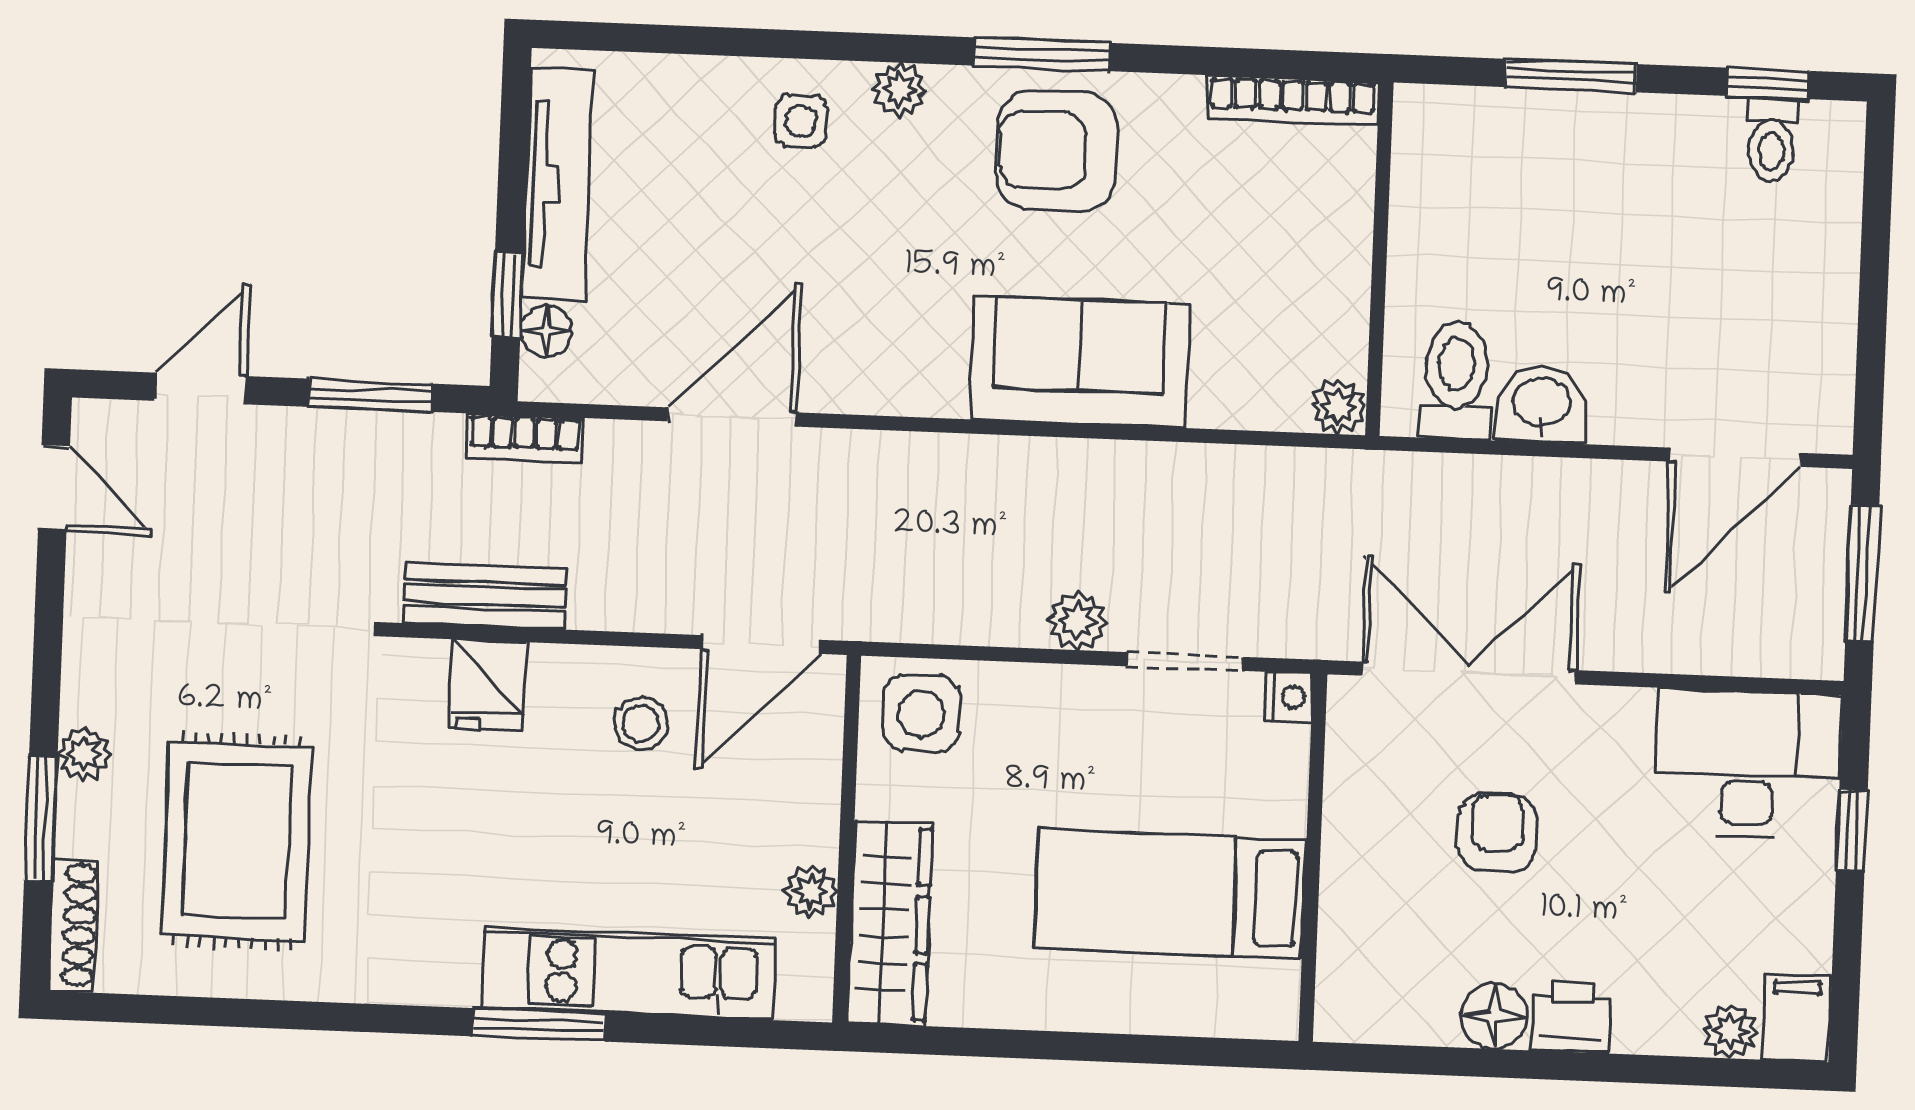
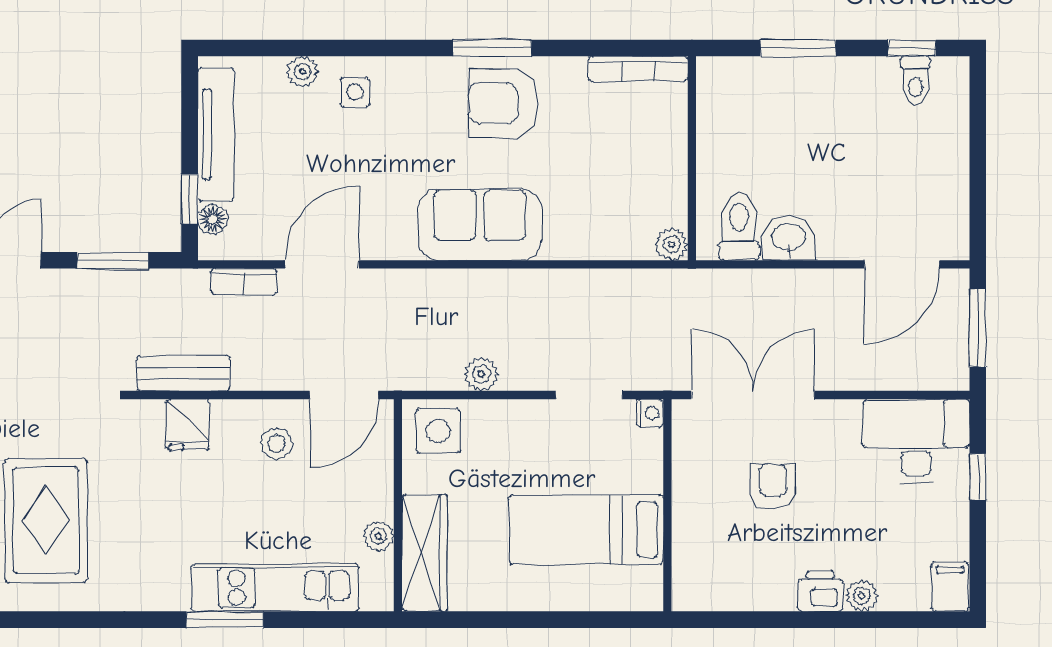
plant: (899, 89) -> (302, 72), moved
sofa: (1080, 362) -> (480, 224), moved
bookcase: (525, 439) -> (244, 282), moved
plant: (1077, 621) -> (482, 374), moved
floor lamp: (1494, 1016) -> (776, 593), removed
plant: (1731, 1031) -> (862, 596), moved

